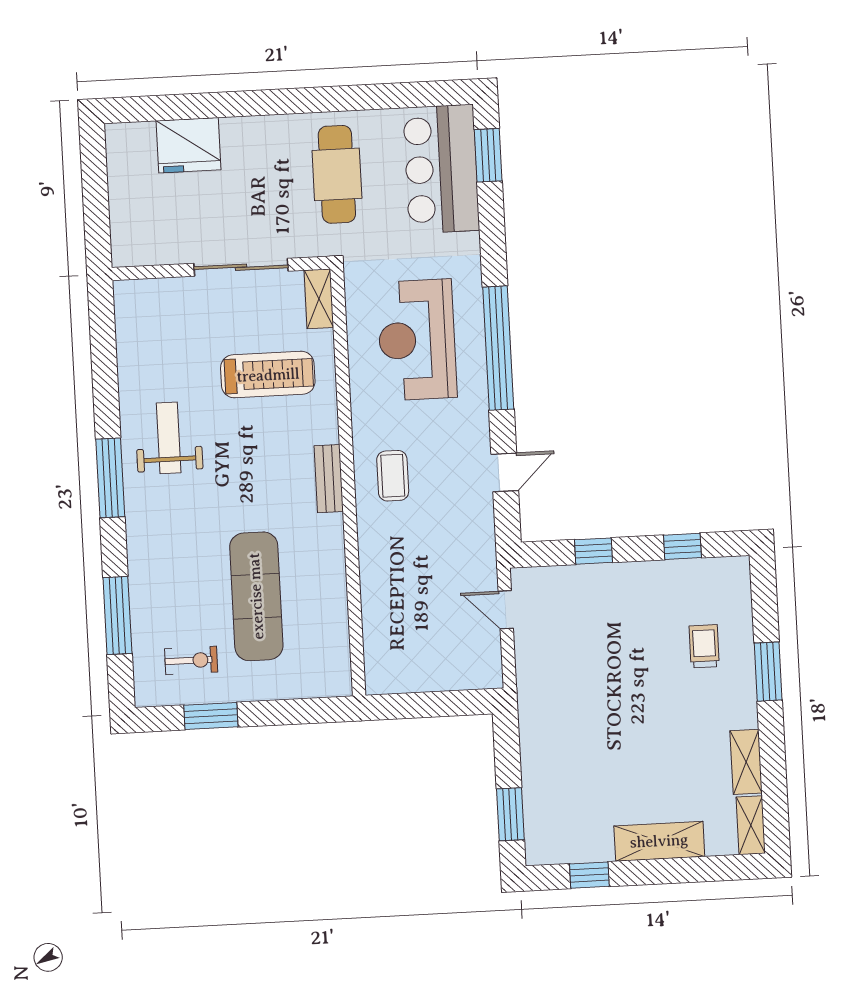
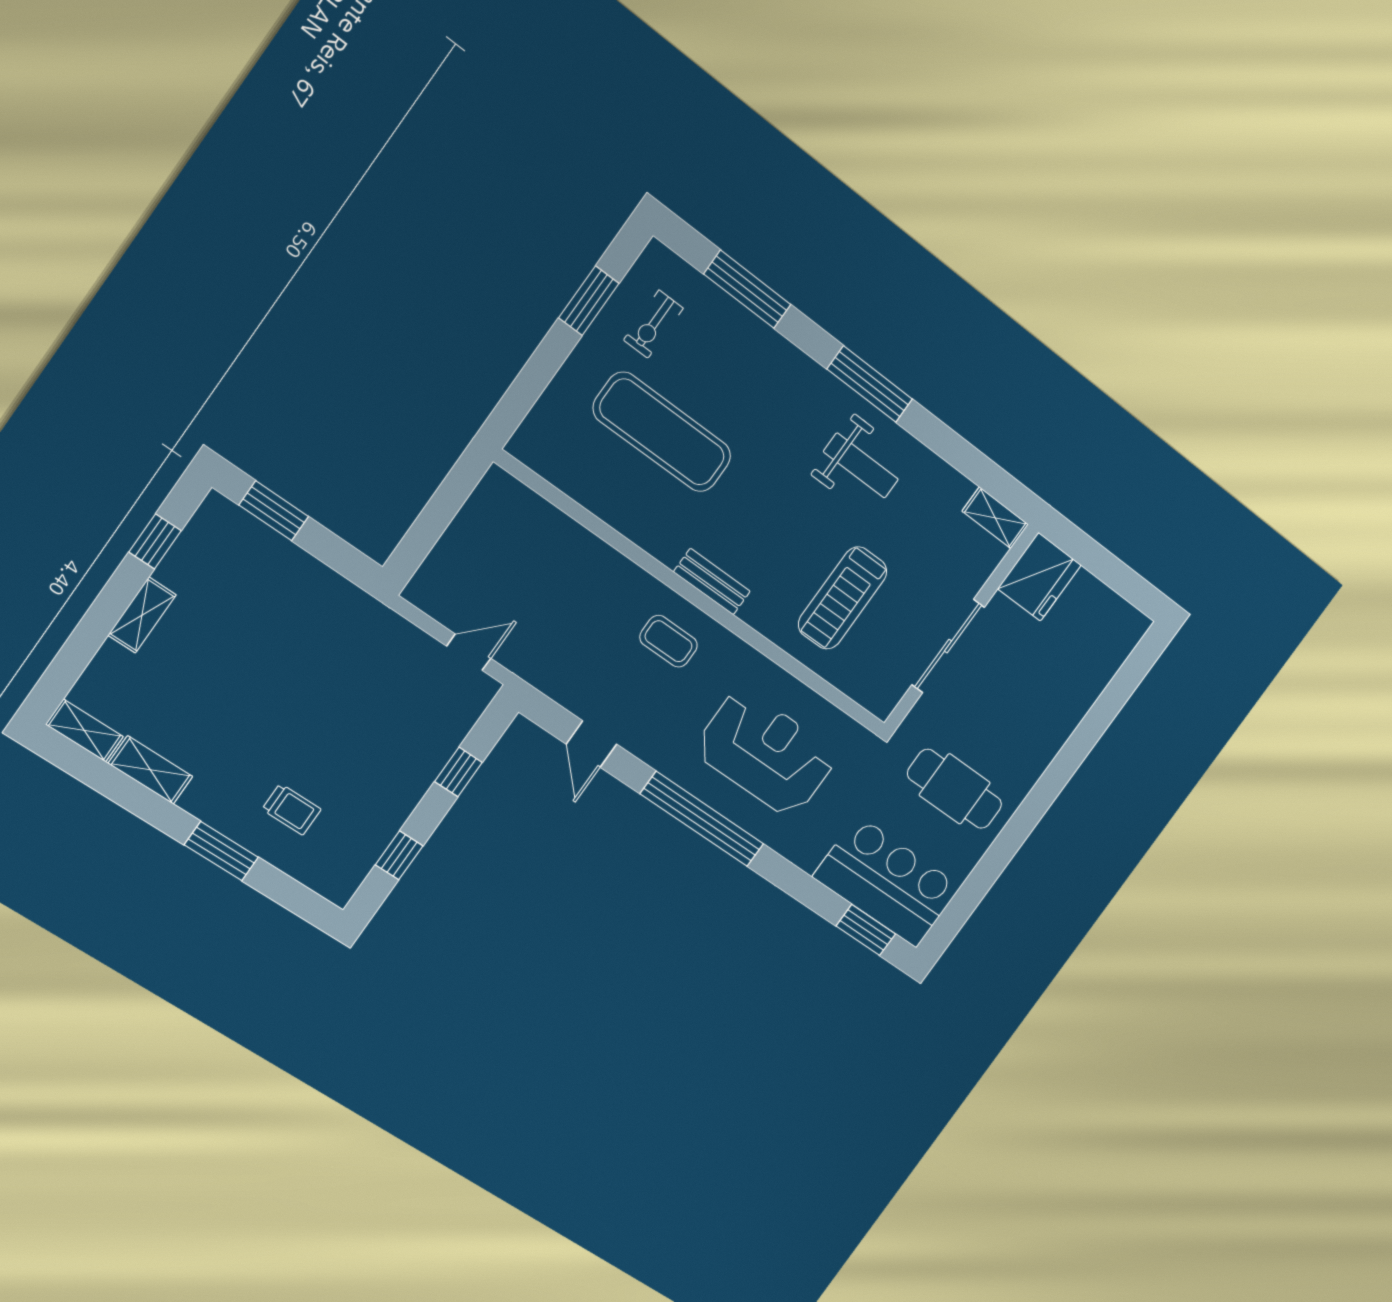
fridge: (189, 145) -> (1039, 577), moved, turned 180
shelving: (319, 299) -> (995, 518), moved
shelving: (659, 841) -> (142, 615), width x0.67, depth x0.75

